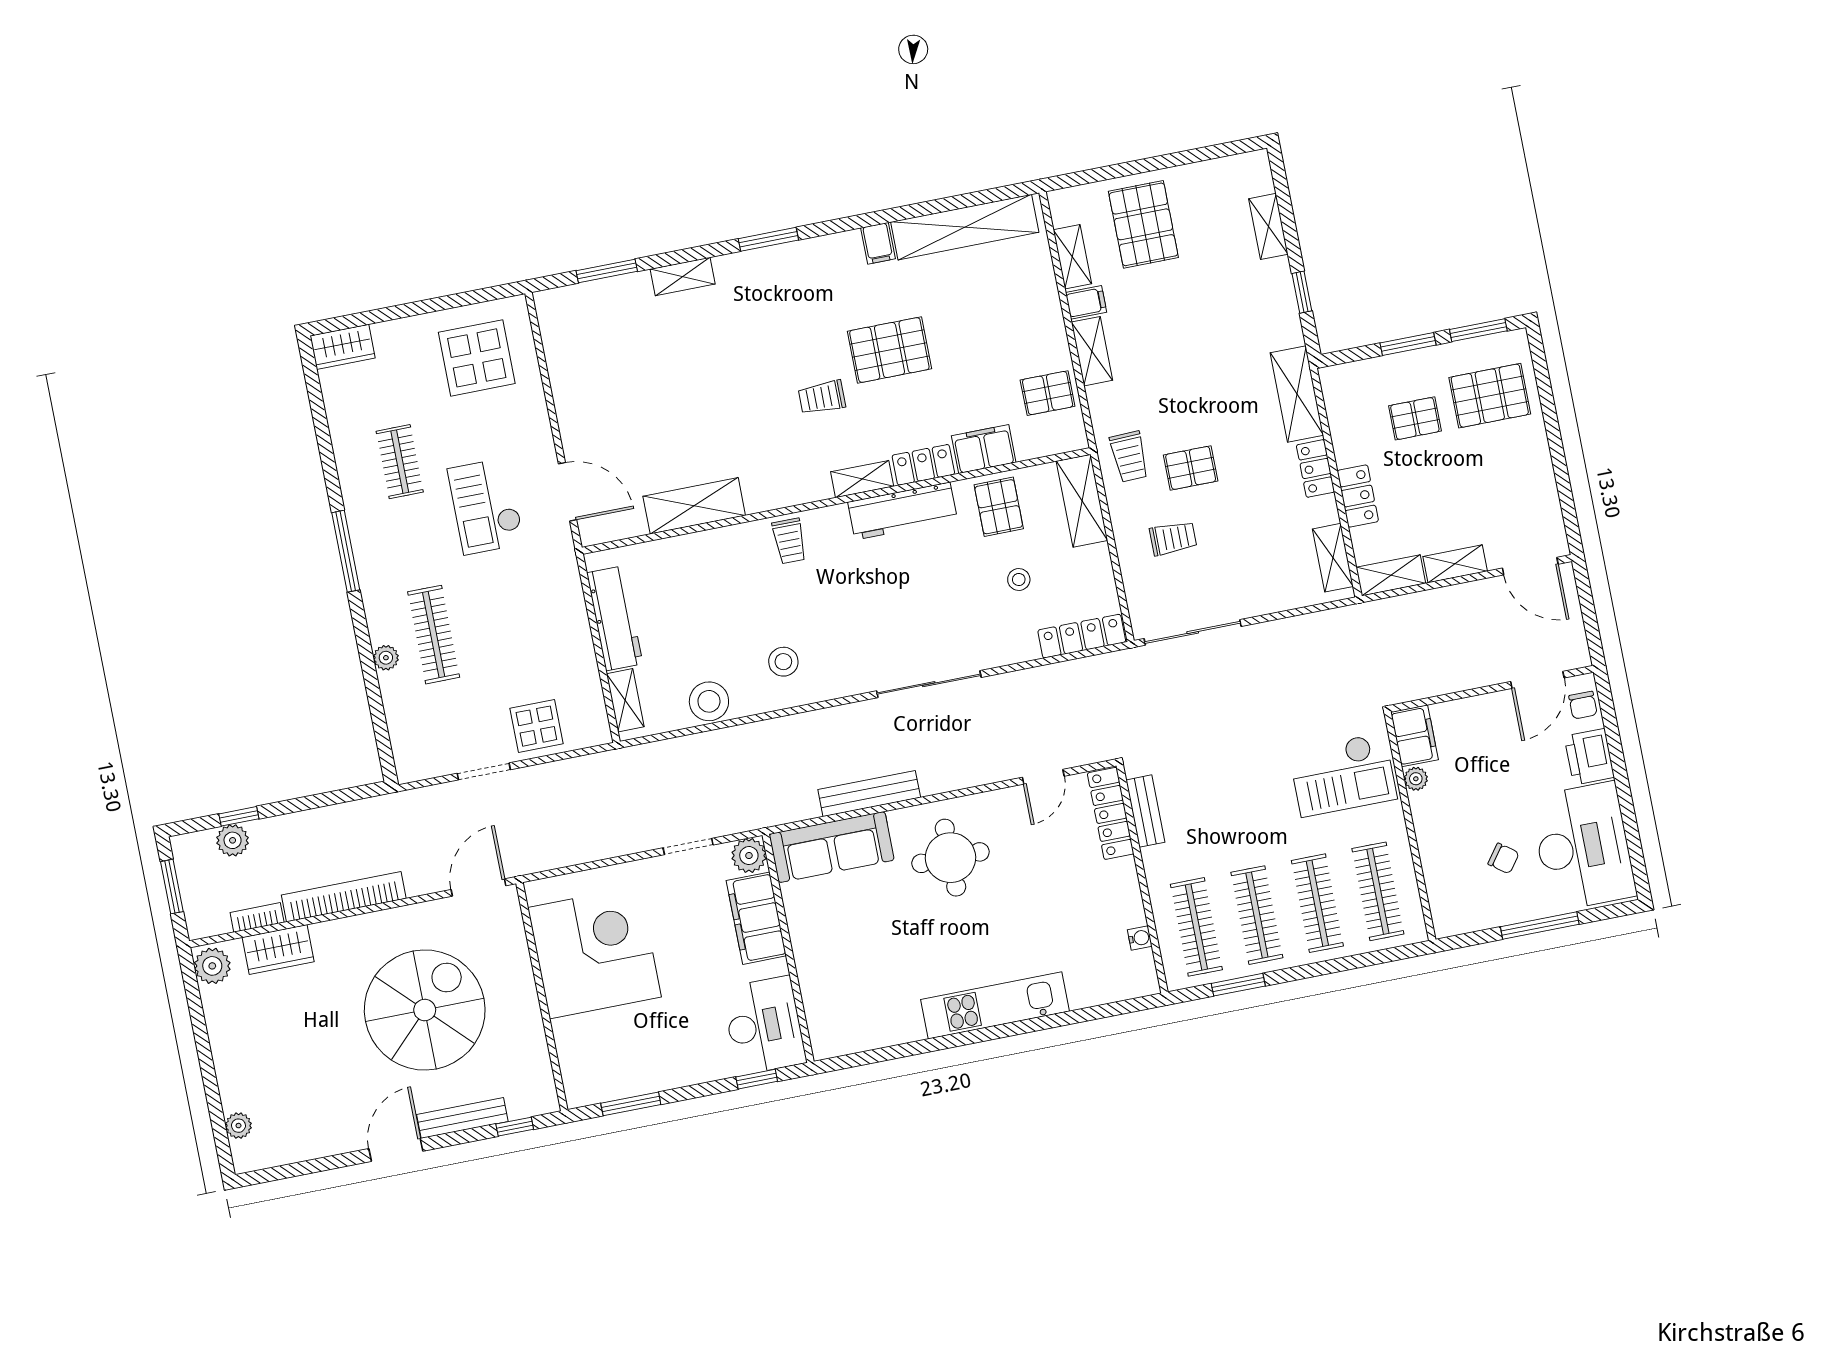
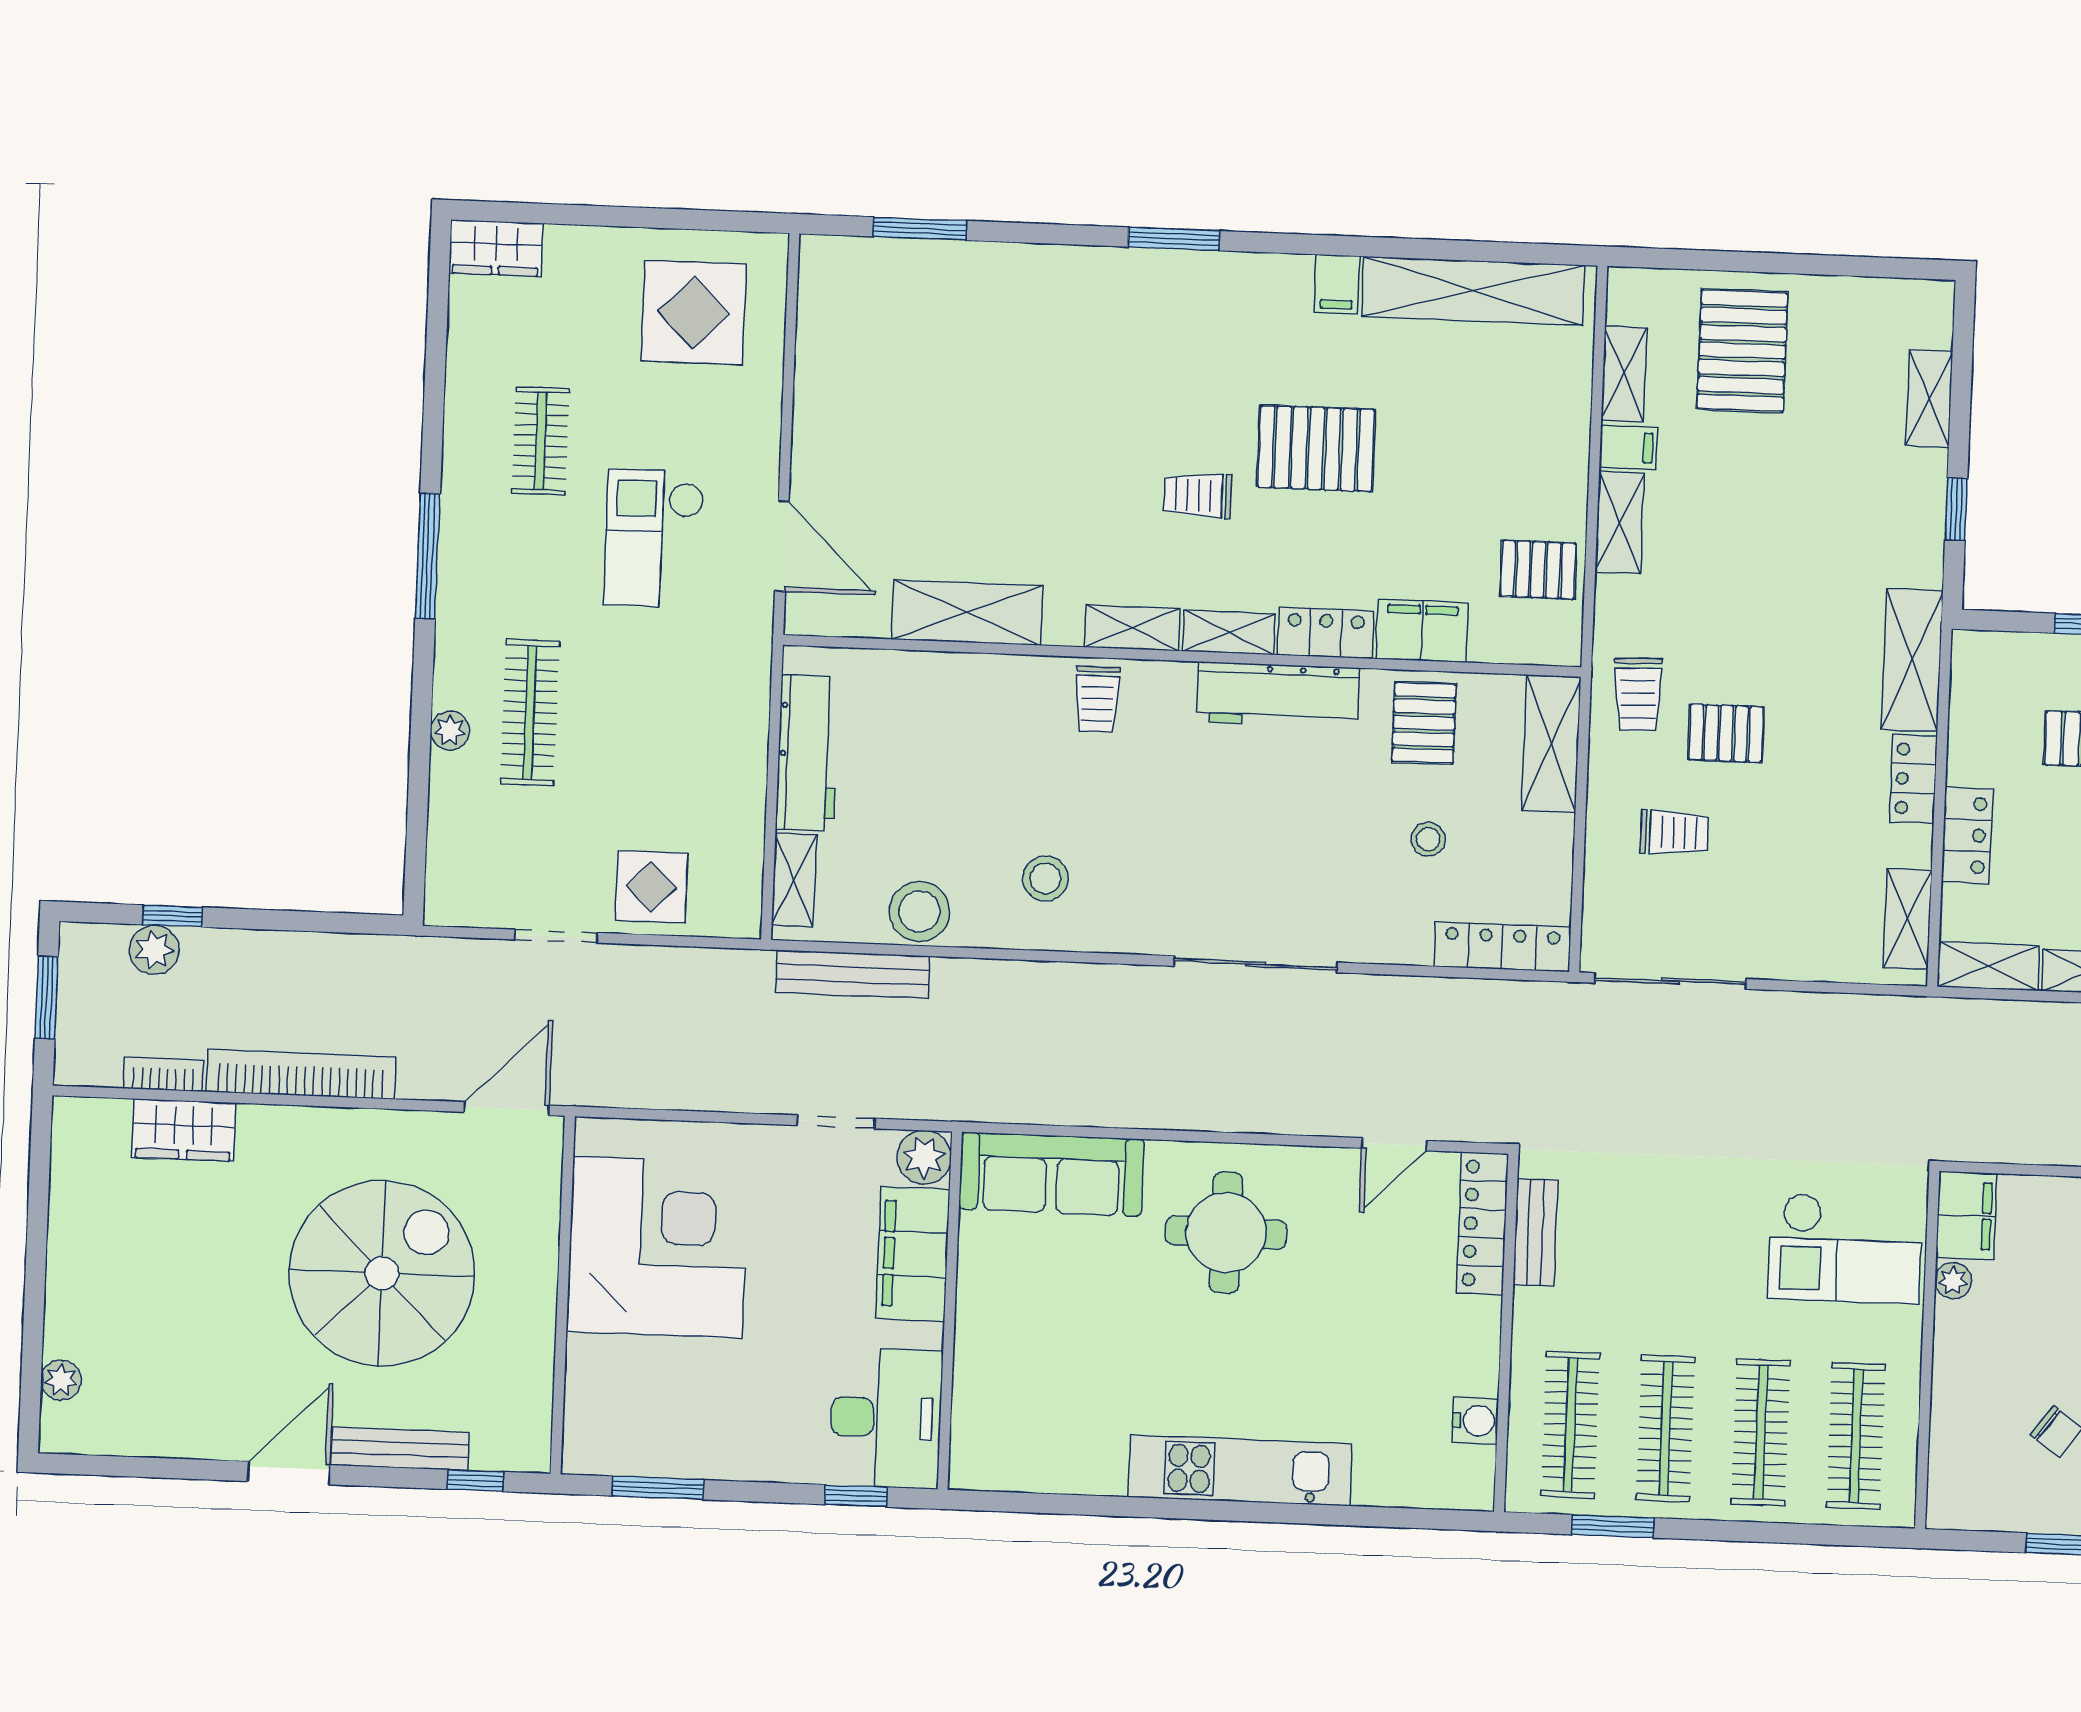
shelving: (683, 276) -> (1132, 628), moved
bench: (869, 794) -> (852, 974), moved
water cooler: (1140, 938) -> (1475, 1421), width x1.38, depth x1.38
plant: (212, 966) -> (79, 1131), removed

